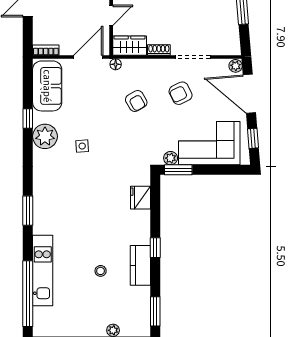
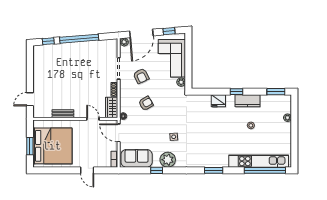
window: (178, 170) -> (188, 77), removed
fridge: (140, 198) -> (218, 101), moved
kitchen unit: (43, 271) -> (259, 161), width x1.36

